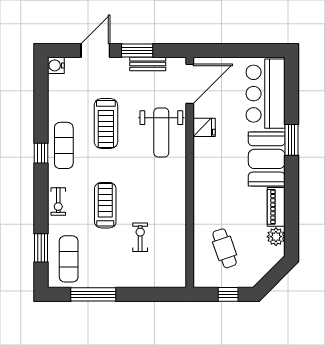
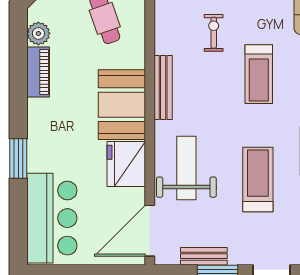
fridge: (204, 127) -> (126, 164), width x1.88, depth x1.34
booth: (267, 159) -> (122, 105), moved
bench: (179, 195) -> (163, 87), added
exercise bike: (140, 237) -> (214, 33), turned 180

